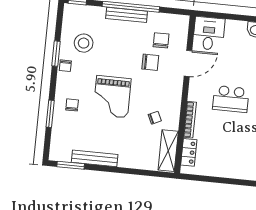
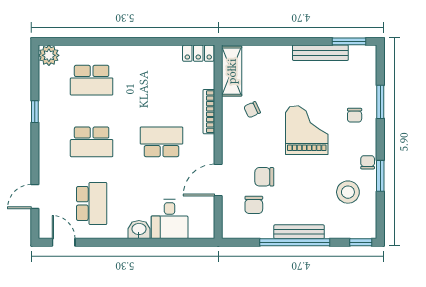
desk: (209, 33) -> (170, 219), moved
locker: (189, 152) -> (198, 53), moved, turned -90

